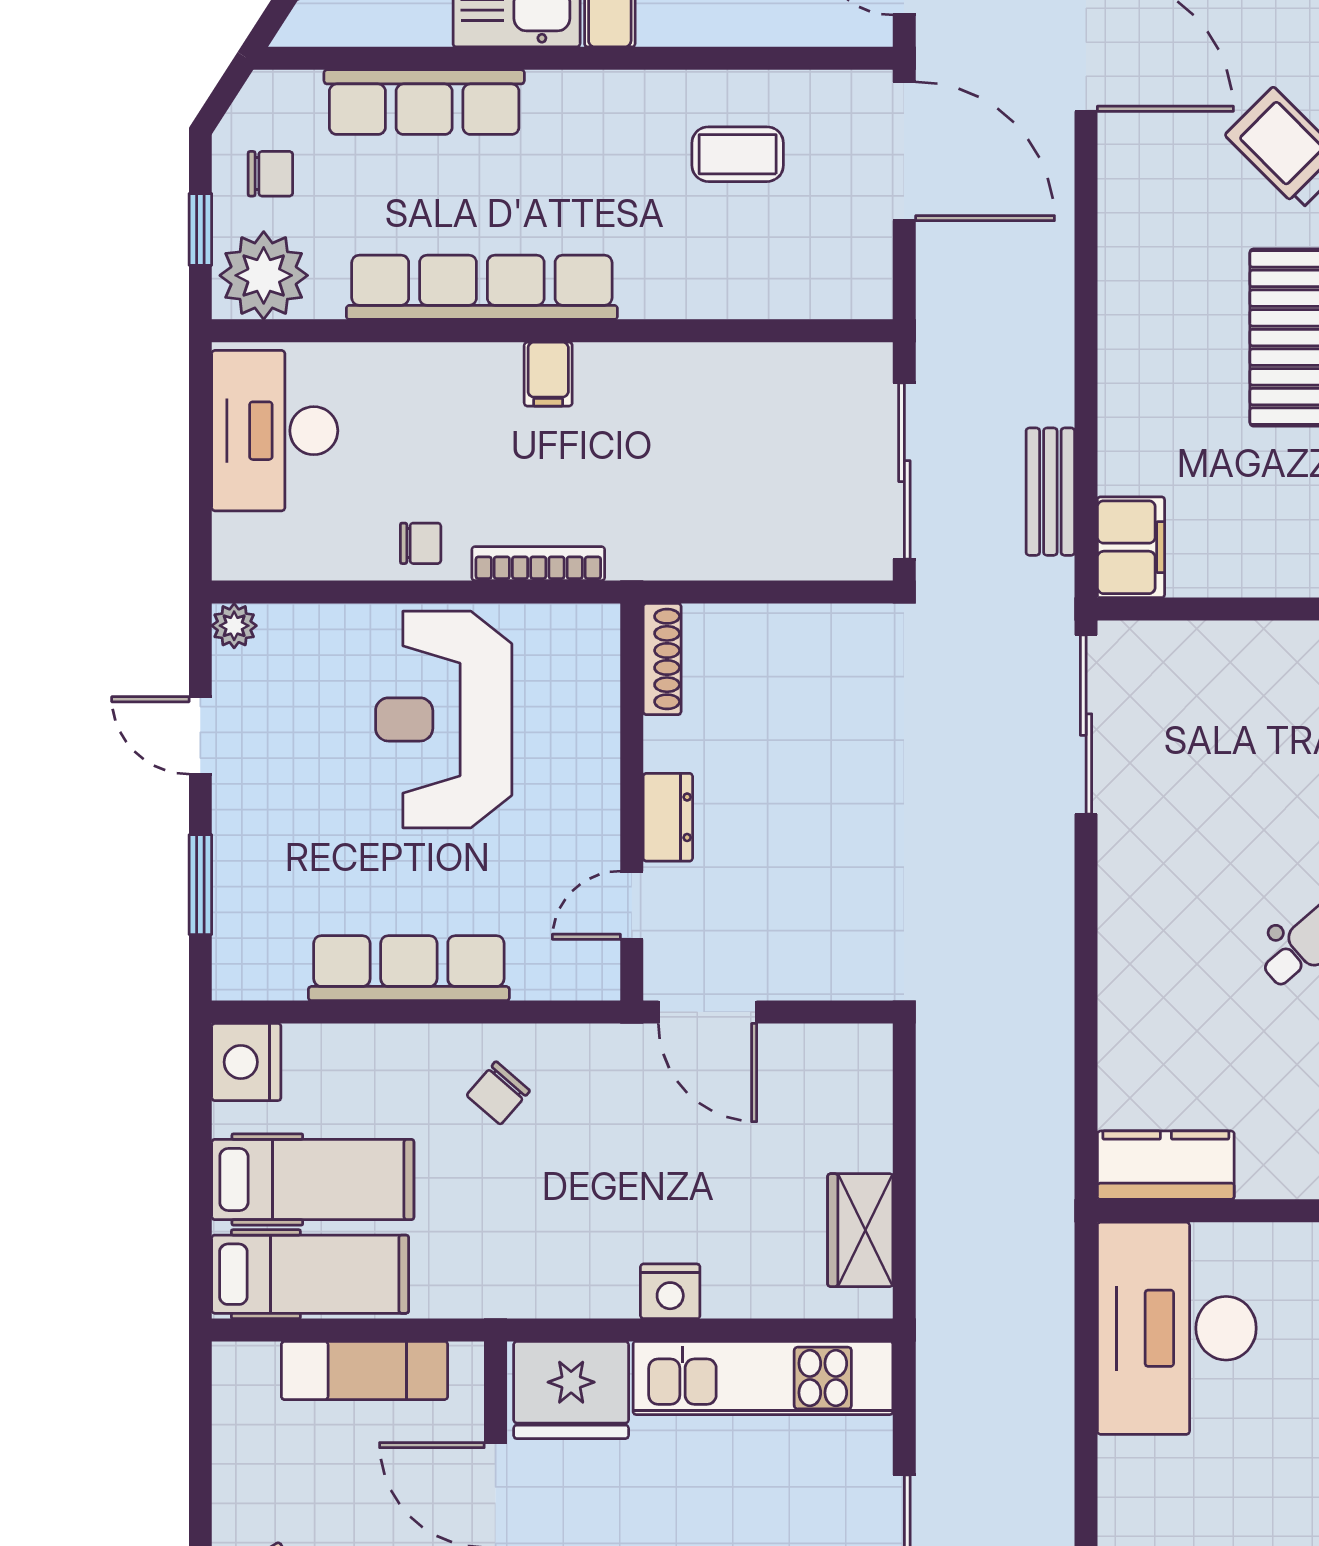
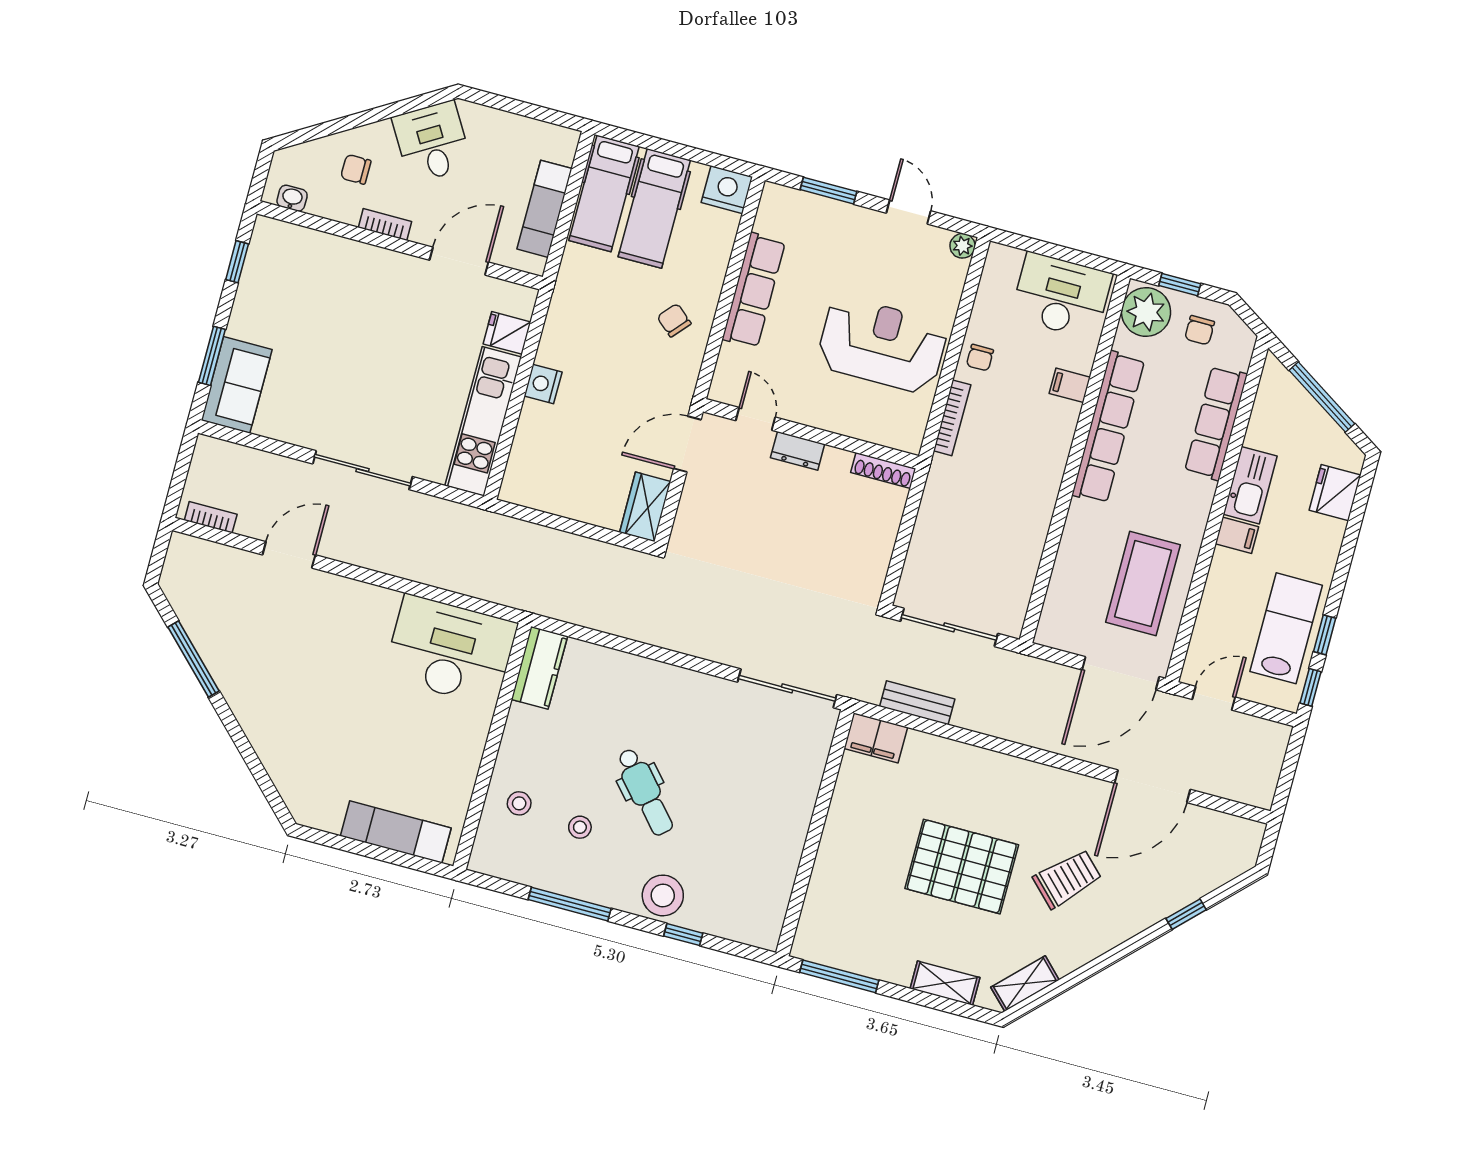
coffee table: (738, 154) -> (1143, 584), width x1.86, depth x1.72
filing cabinet: (548, 374) -> (1070, 385), moved
door: (200, 735) -> (909, 212), hinge flipped
wardrobe: (860, 1230) -> (645, 507), moved, turned -90
fridge: (571, 1390) -> (507, 333), width x0.53, depth x0.75

